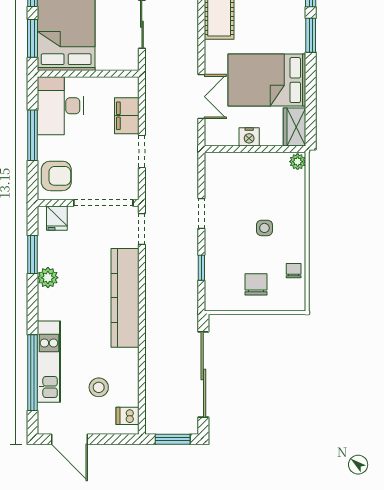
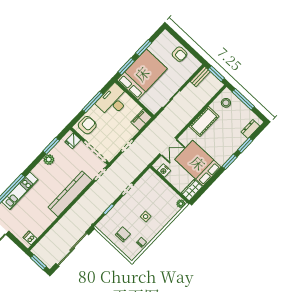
filing cabinet: (127, 116) -> (141, 120), moved
nightstand: (249, 137) -> (164, 170), moved
armchair: (56, 176) -> (87, 125), turned -90
stool: (99, 387) -> (29, 218), removed

